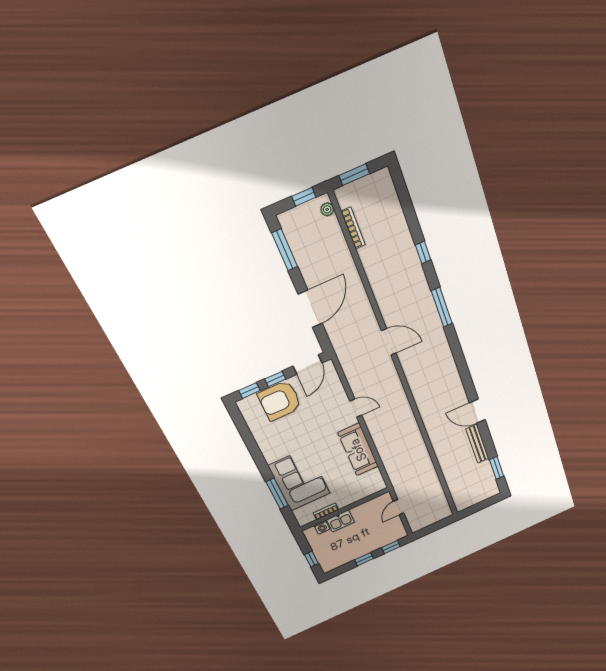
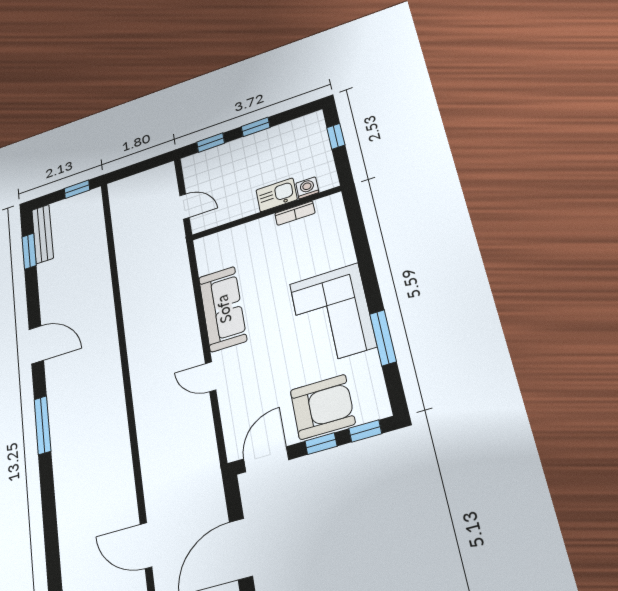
window: (442, 307) -> (42, 425), moved
door: (389, 342) -> (146, 545), moved
bench: (477, 444) -> (43, 234), moved
corner sofa: (299, 479) -> (332, 315), moved
window: (277, 494) -> (383, 338), moved
door: (399, 507) -> (184, 207), hinge flipped
window: (473, 509) -> (77, 189), added

